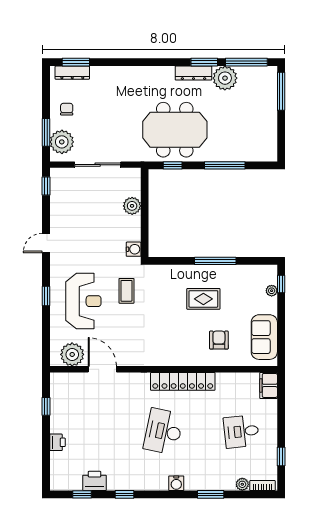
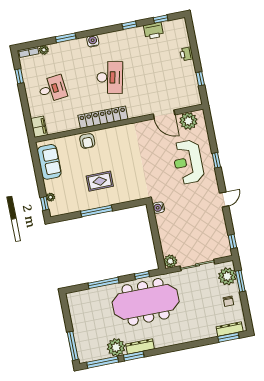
meeting table: (175, 130) -> (146, 302), width x1.36
plant: (132, 206) -> (170, 261), moved
coffee table: (126, 291) -> (158, 176), removed
armchair: (219, 340) -> (87, 141), moved

